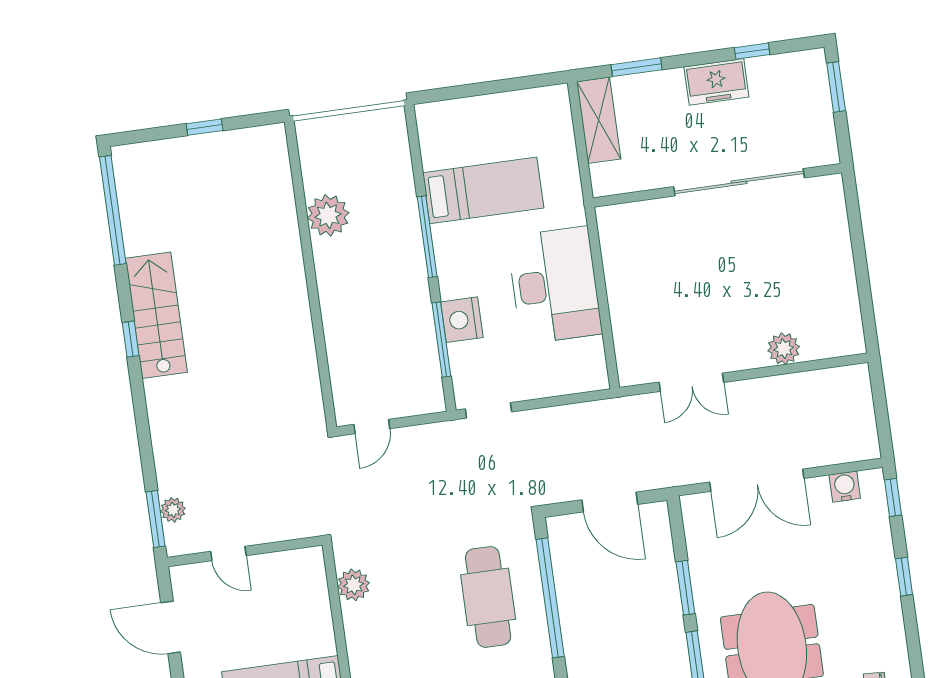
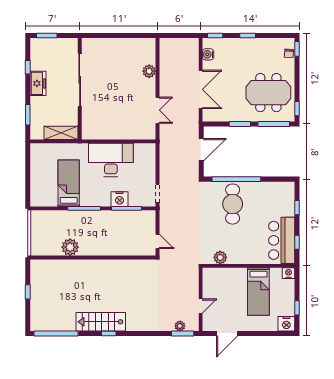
shelving: (599, 120) -> (61, 133), moved
cafe table: (488, 597) -> (233, 204), turned 90

